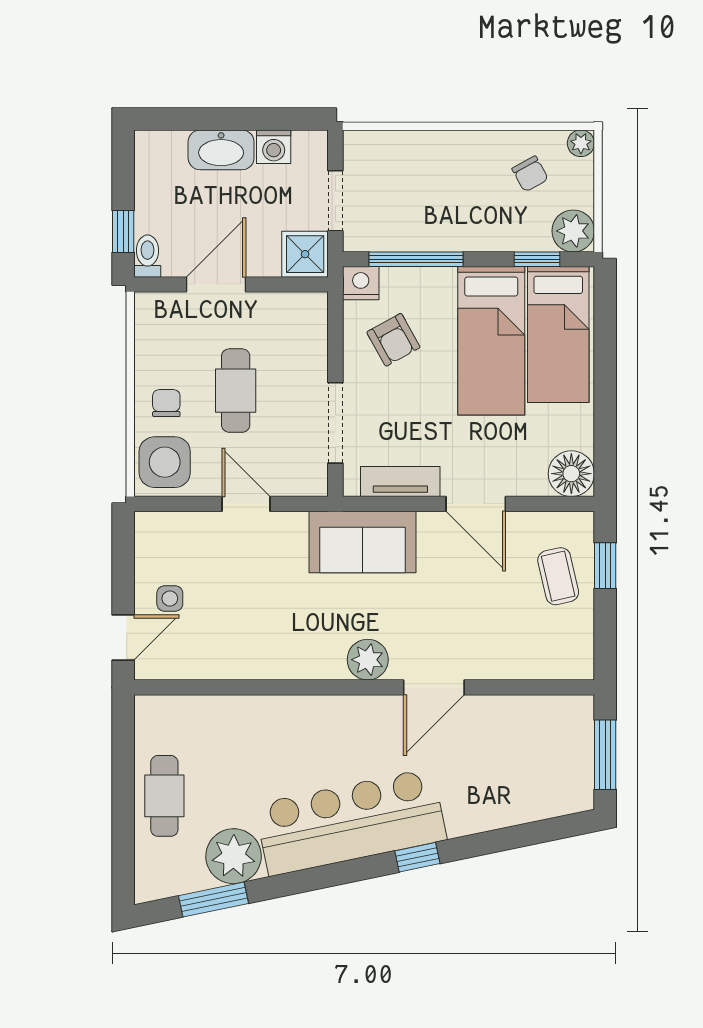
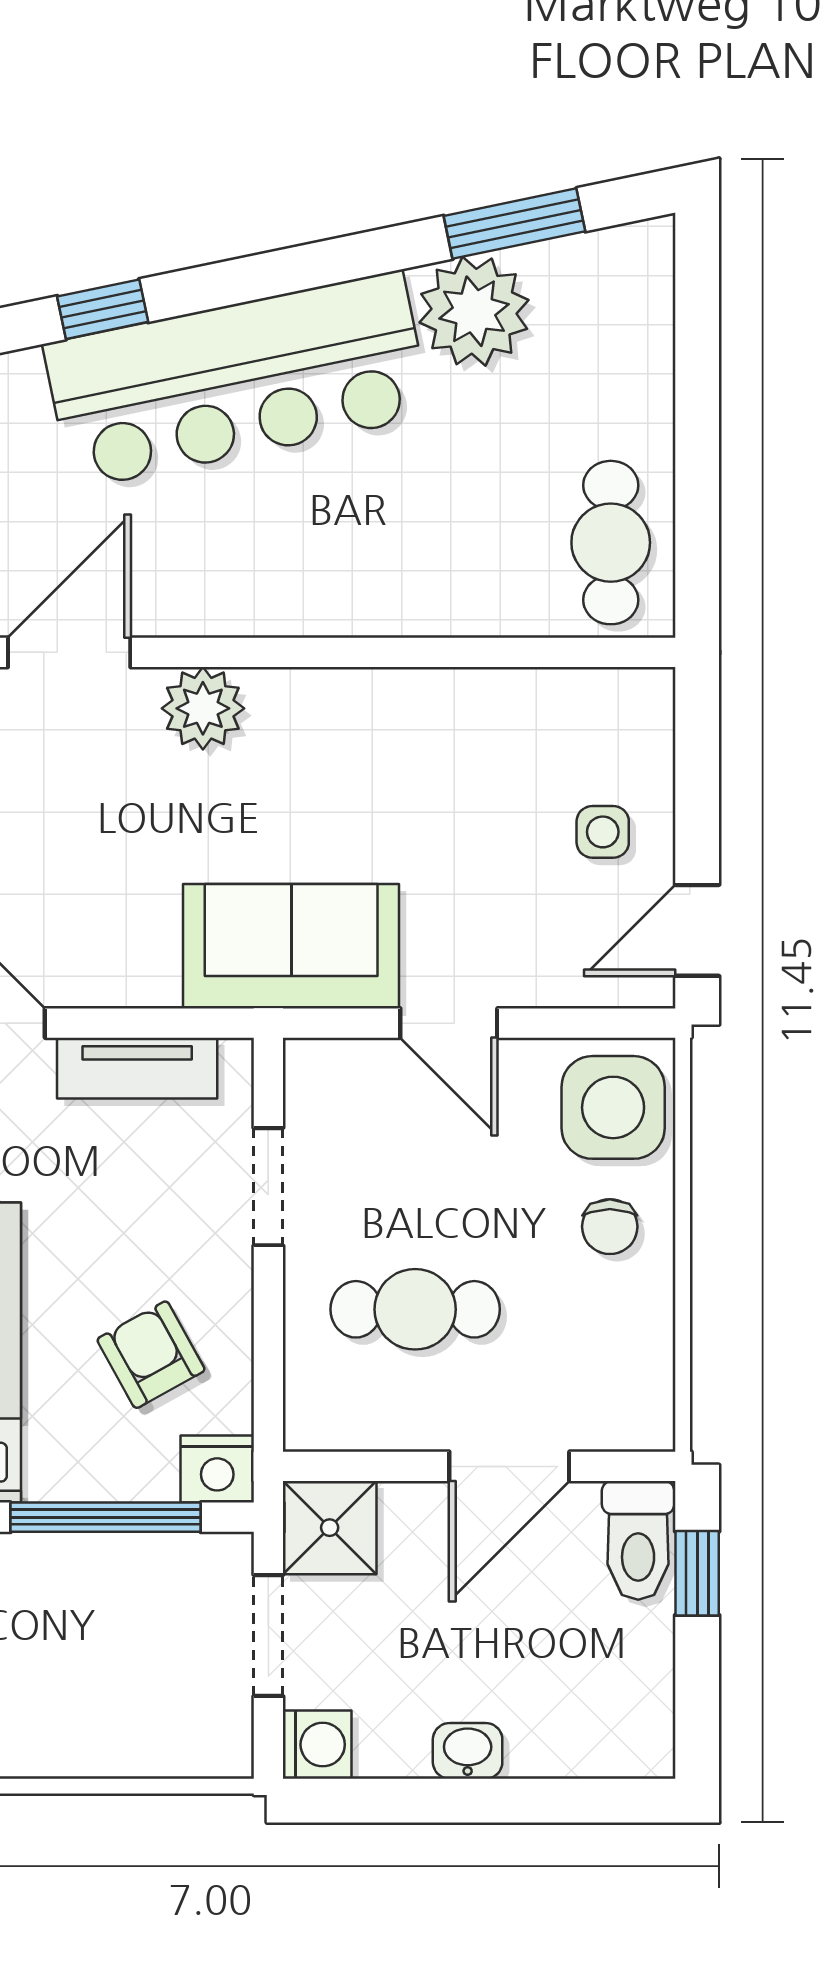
washing machine: (274, 147) -> (317, 1745), moved, turned 90
washbasin: (221, 150) -> (468, 1751), width x0.52, depth x0.69
toilet: (148, 256) -> (638, 1540), width x1.37, depth x1.39
cafe table: (236, 391) -> (415, 1309), moved, turned 90
doorway: (335, 423) -> (268, 1187), width x0.73
sofa: (362, 542) -> (291, 946), moved
door: (123, 638) -> (697, 930), moved
cafe table: (164, 796) -> (611, 543), moved

